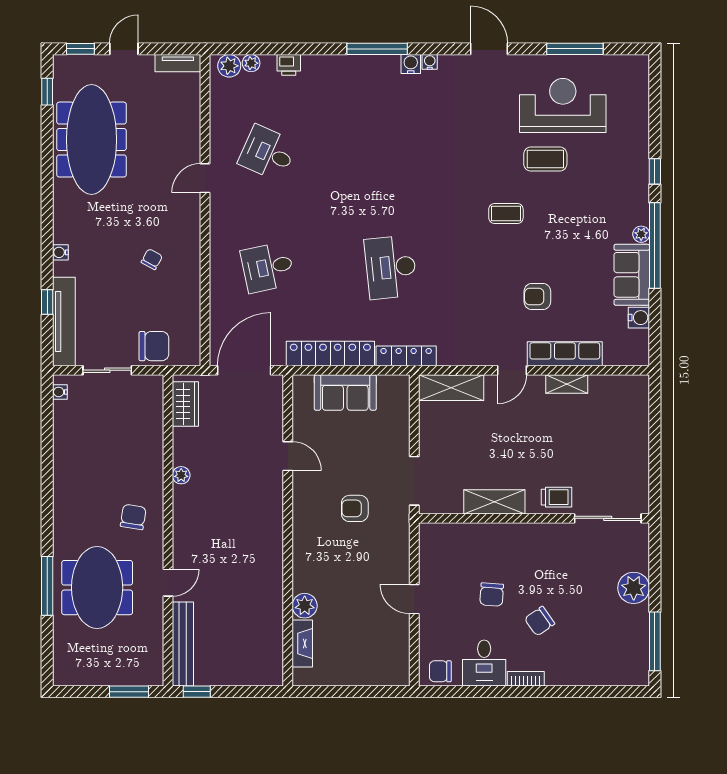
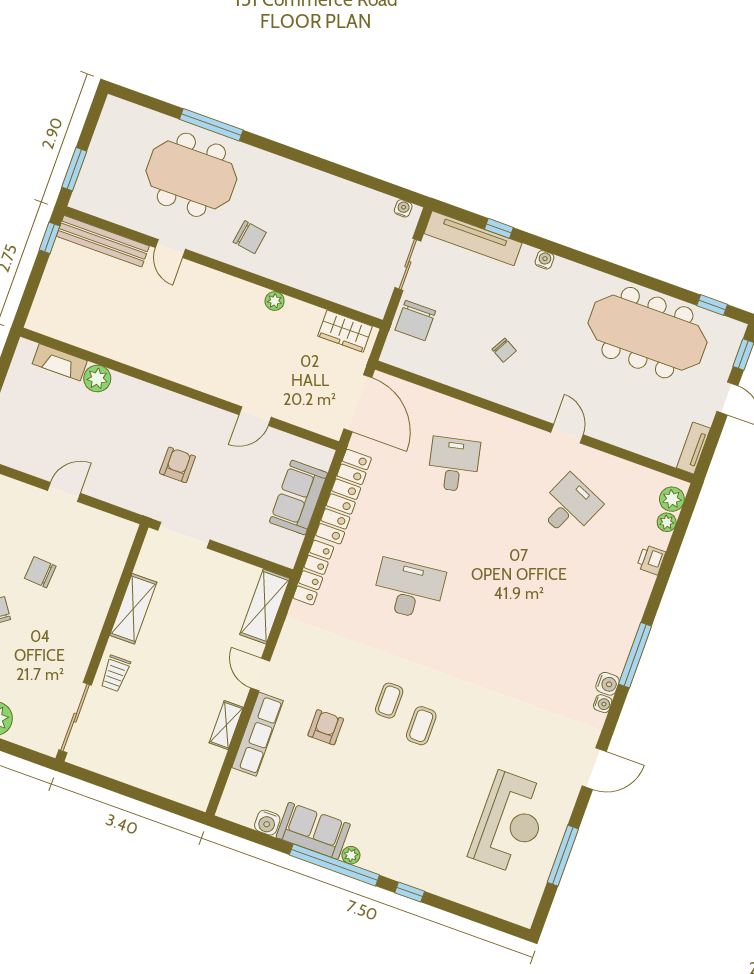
coffee table: (545, 159) -> (389, 701), moved, width x0.73, depth x0.77

